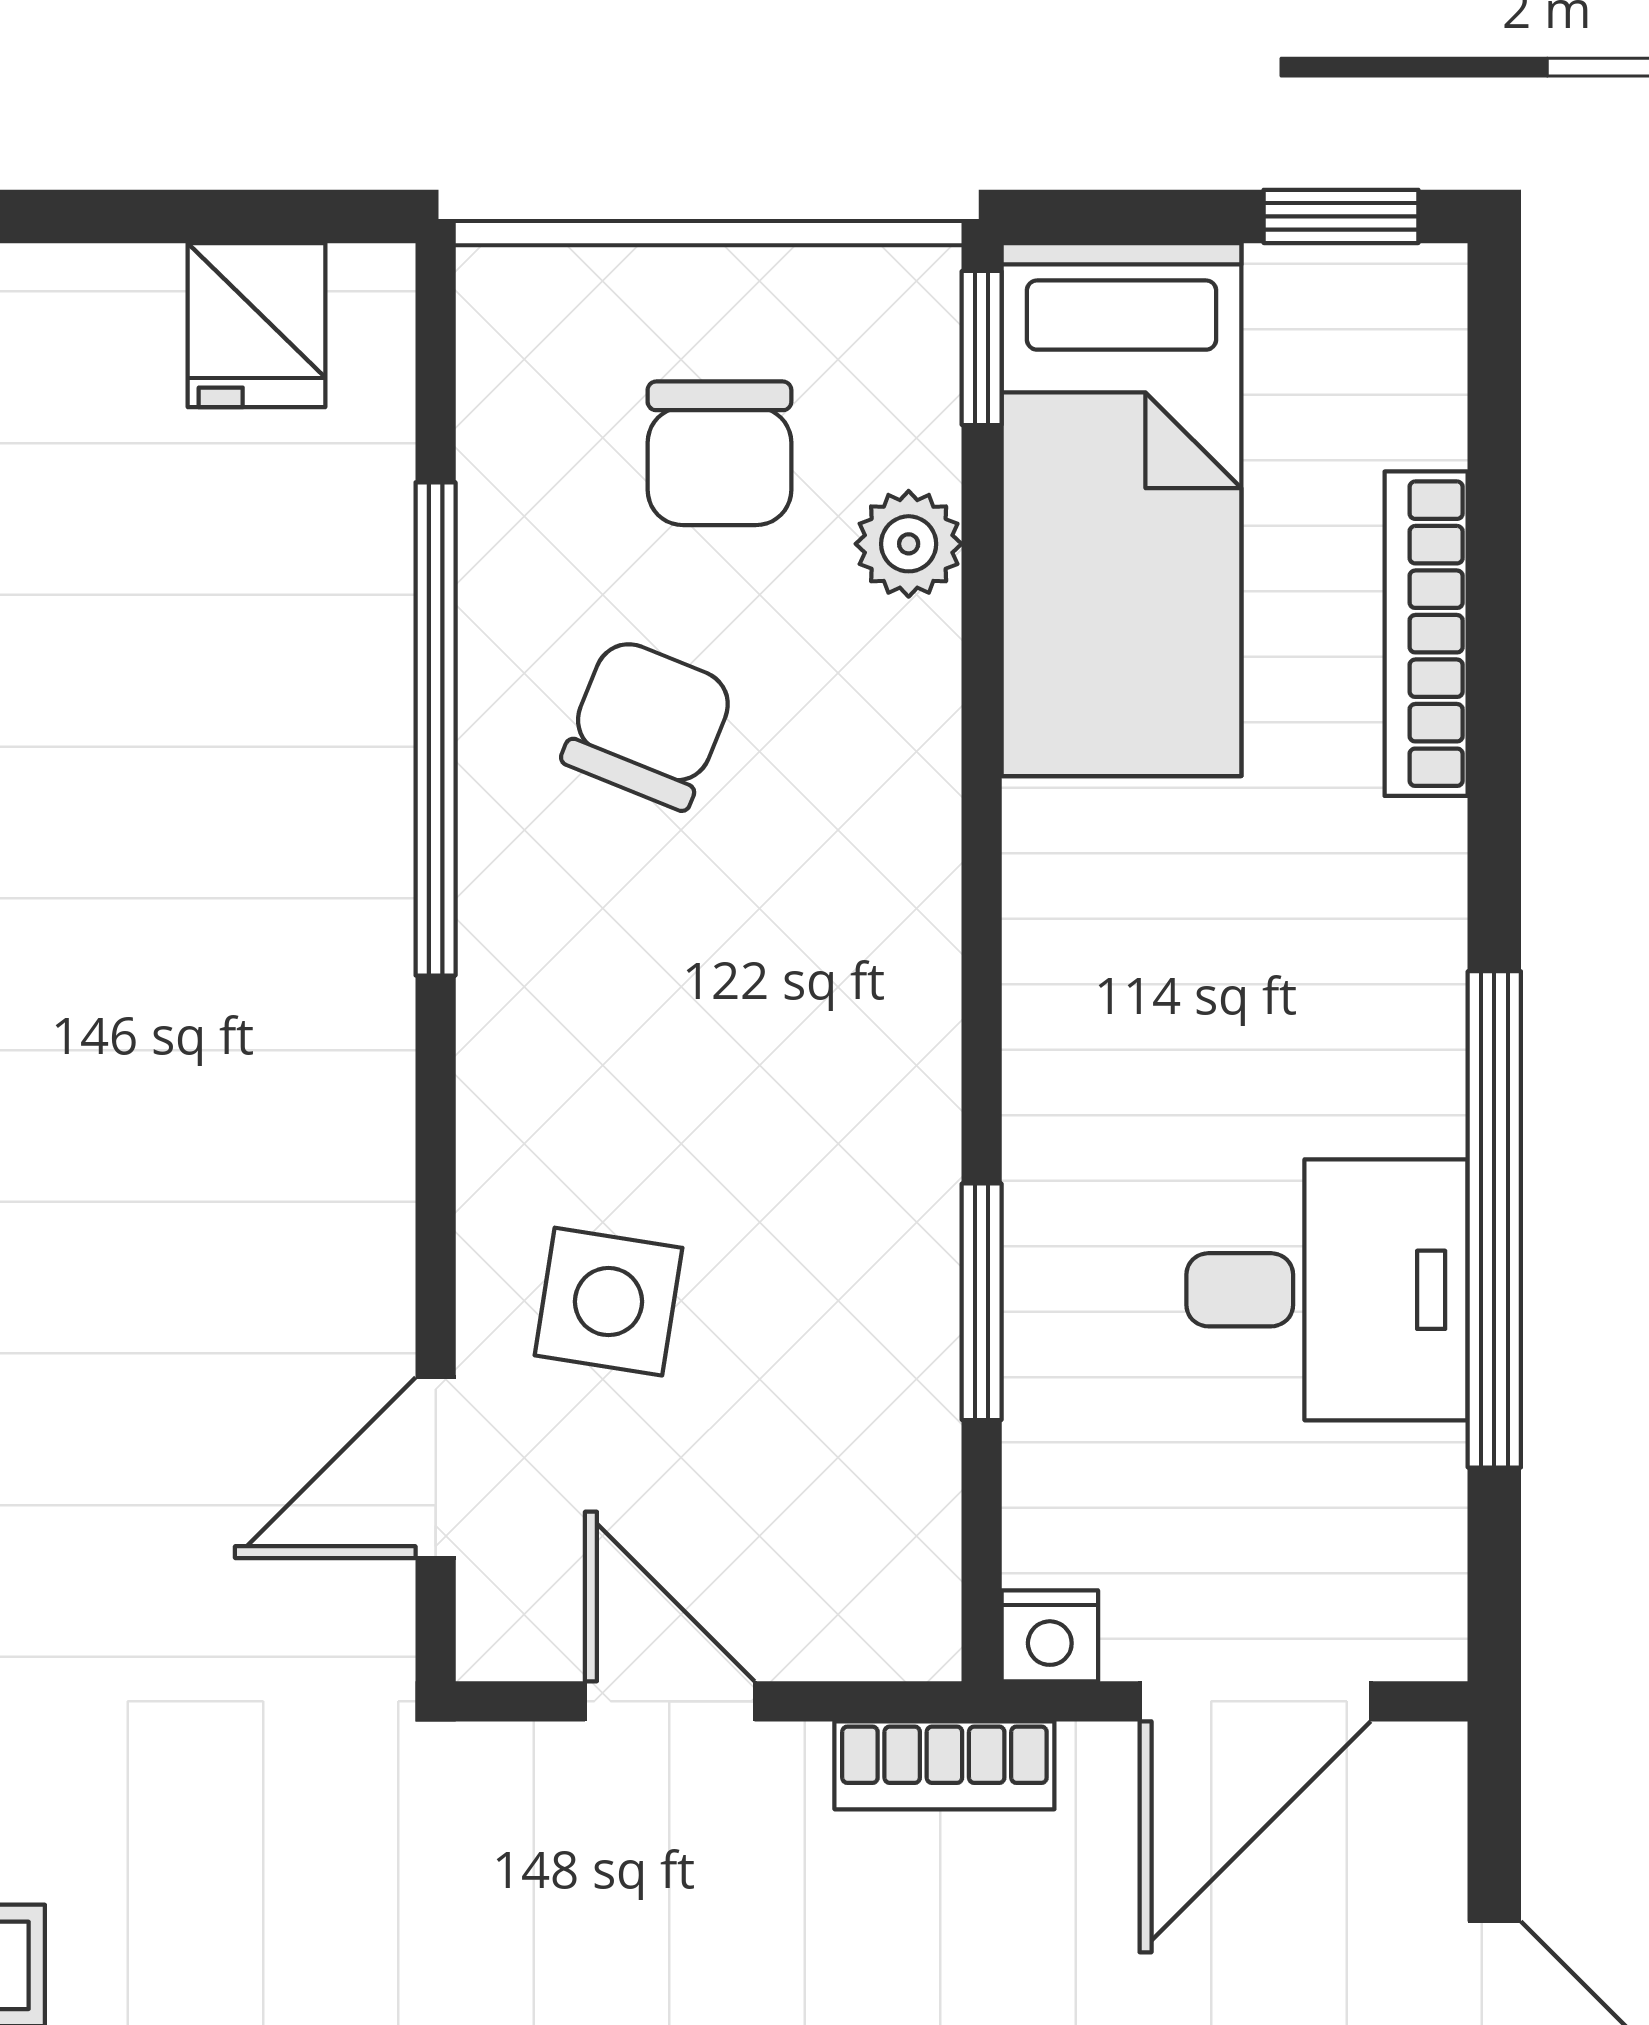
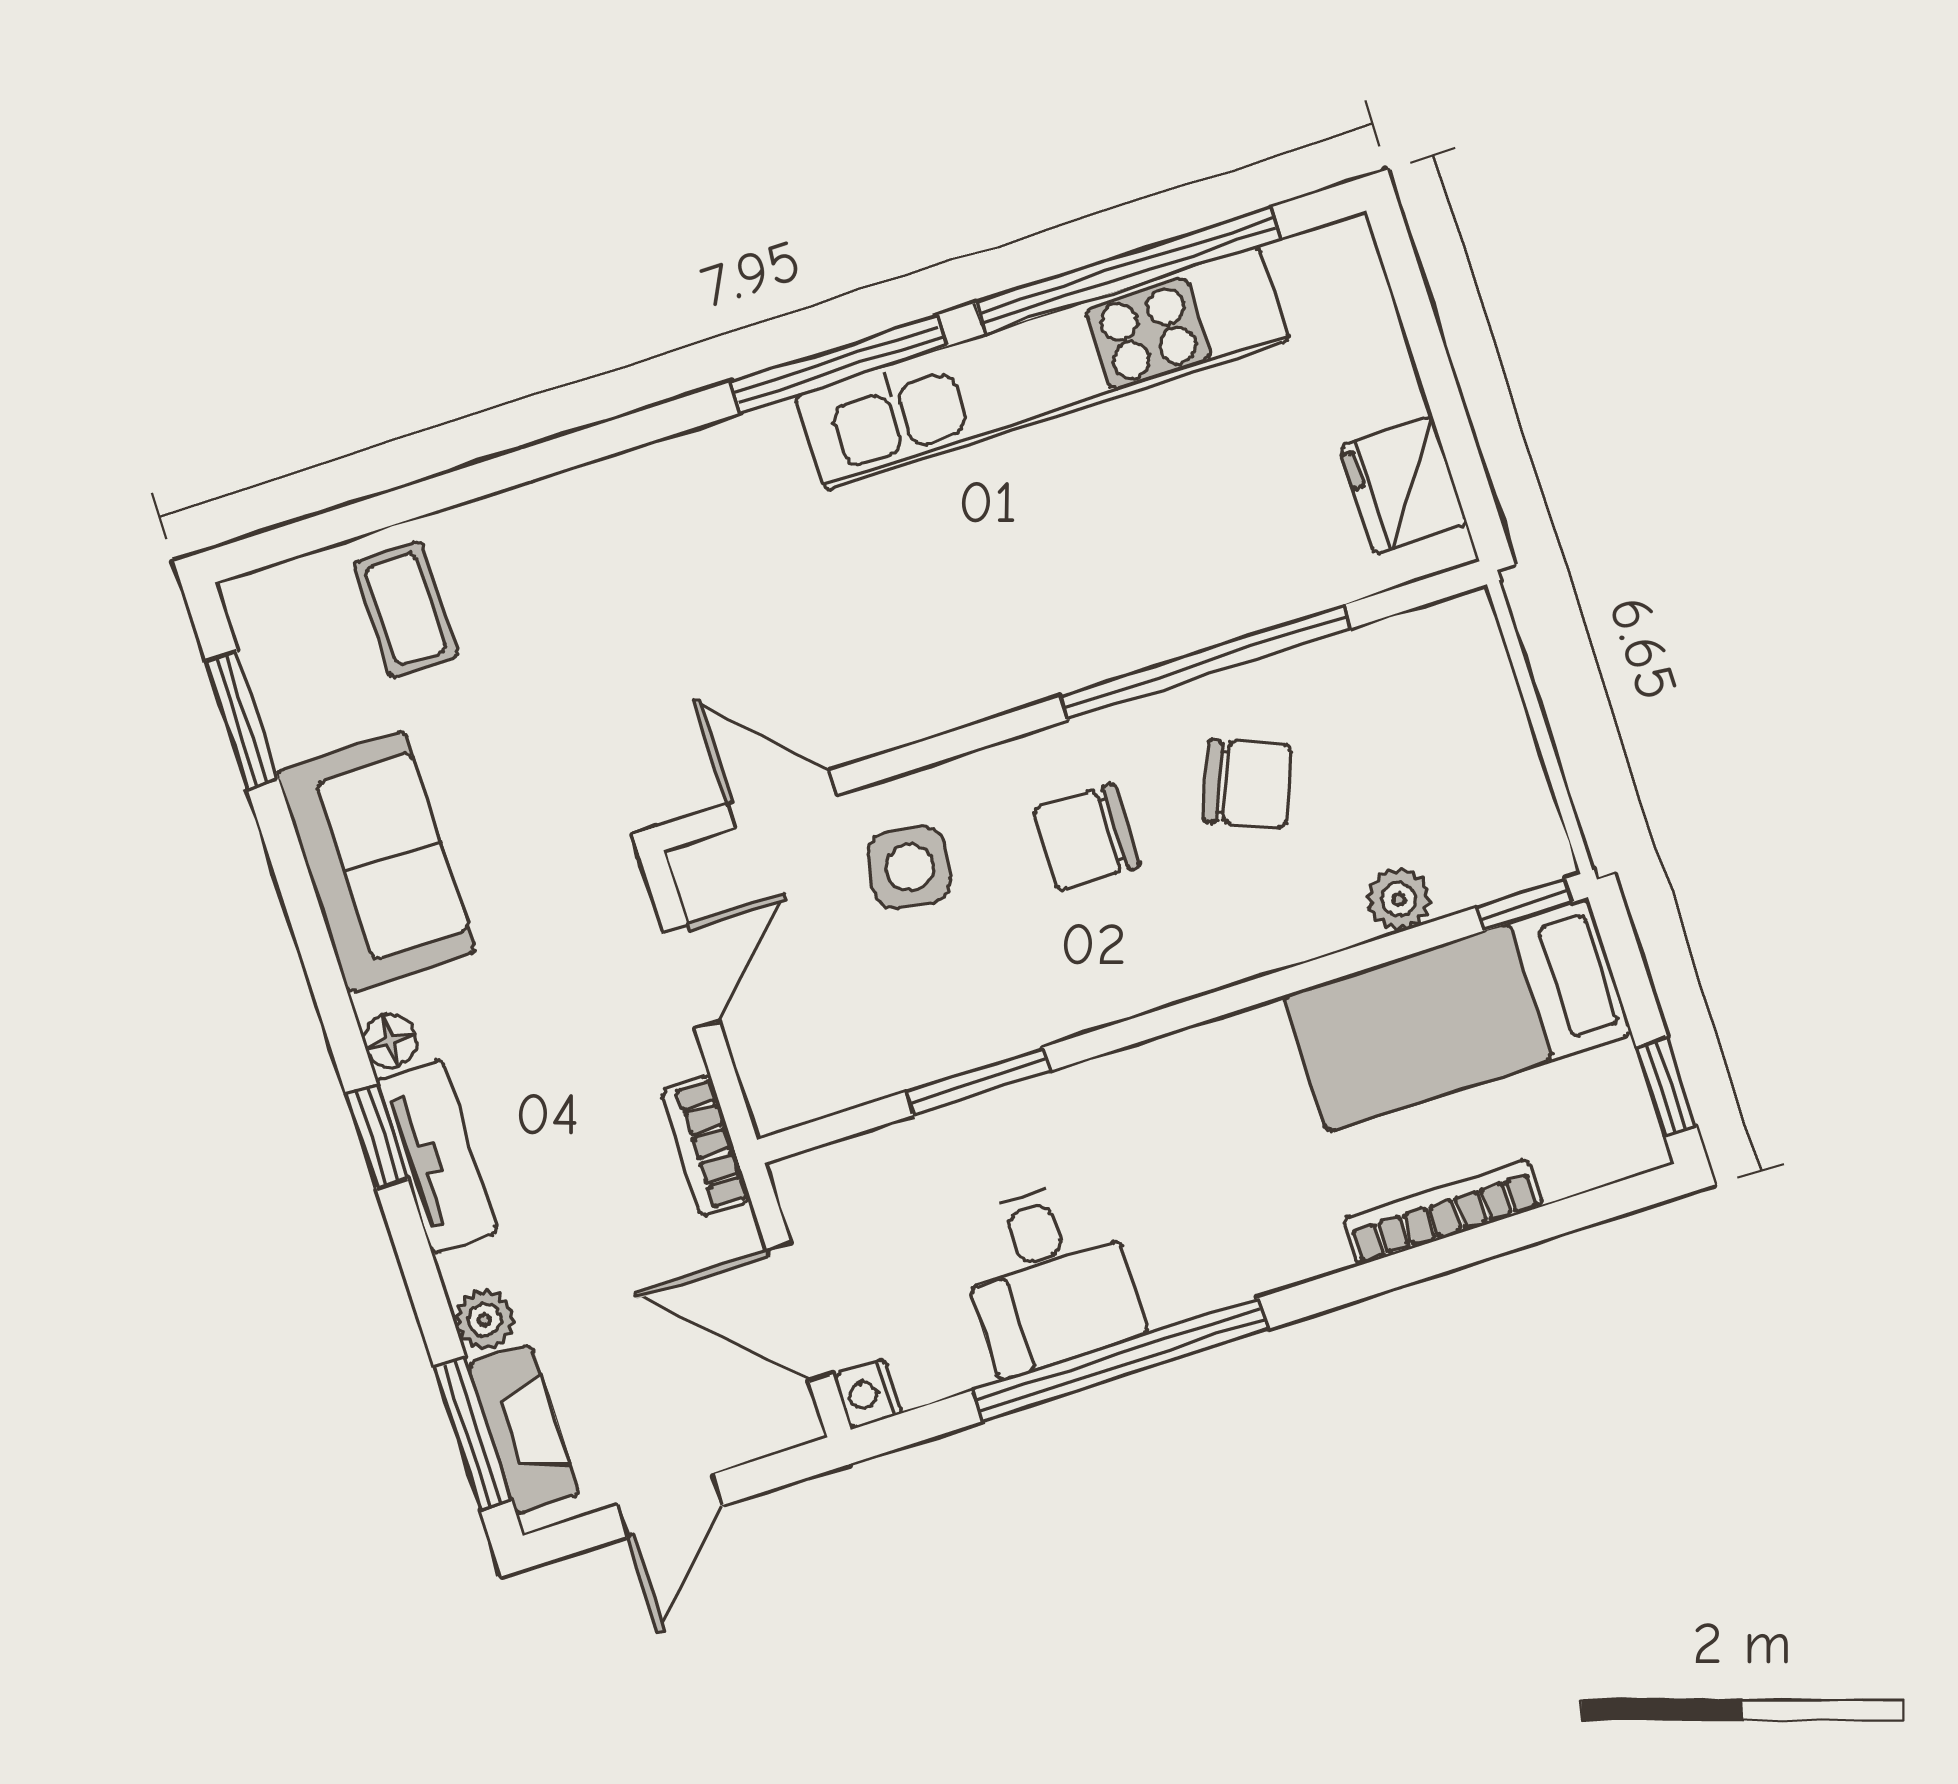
fridge: (256, 325) -> (1403, 485), width x1.38
chair: (719, 453) -> (1087, 837), moved
nightstand: (1050, 1636) -> (868, 1394), moved

